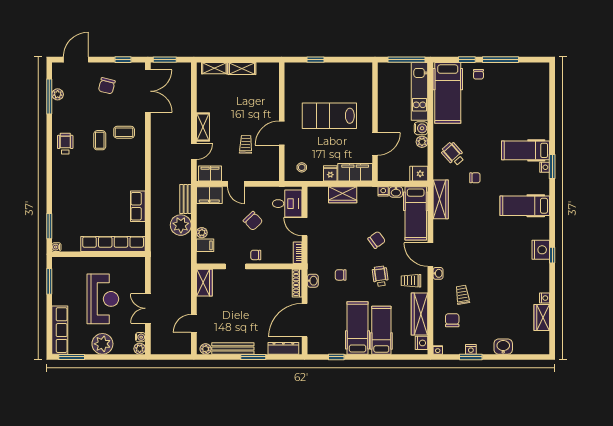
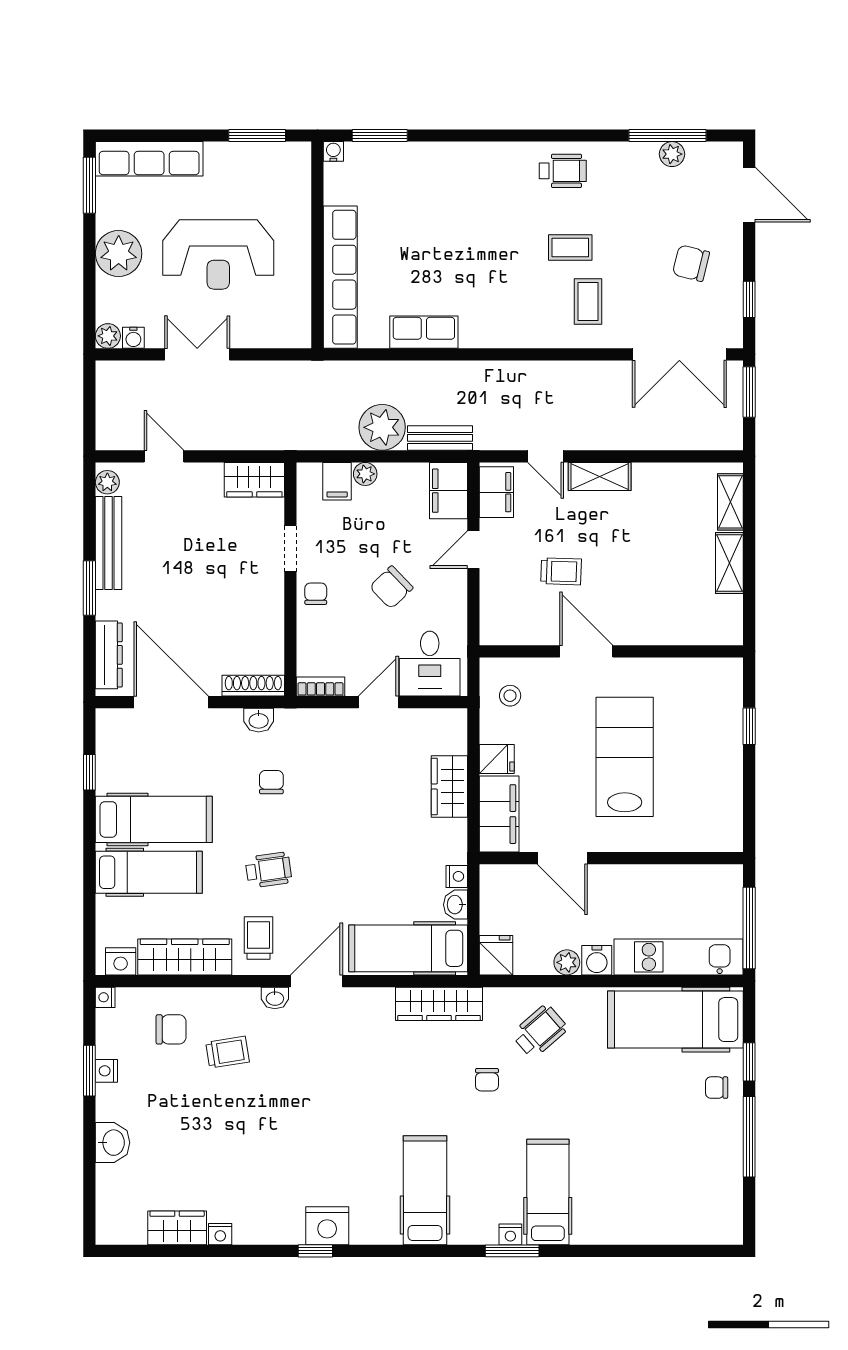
chair: (377, 240) -> (349, 862), removed

